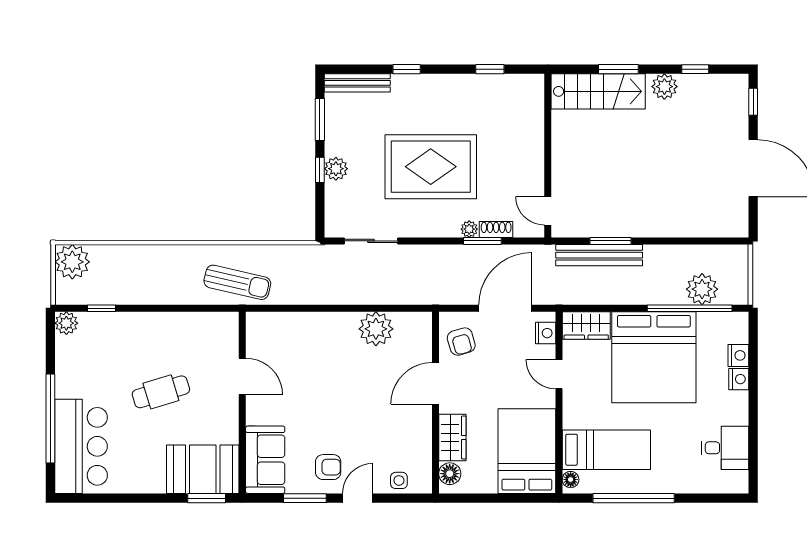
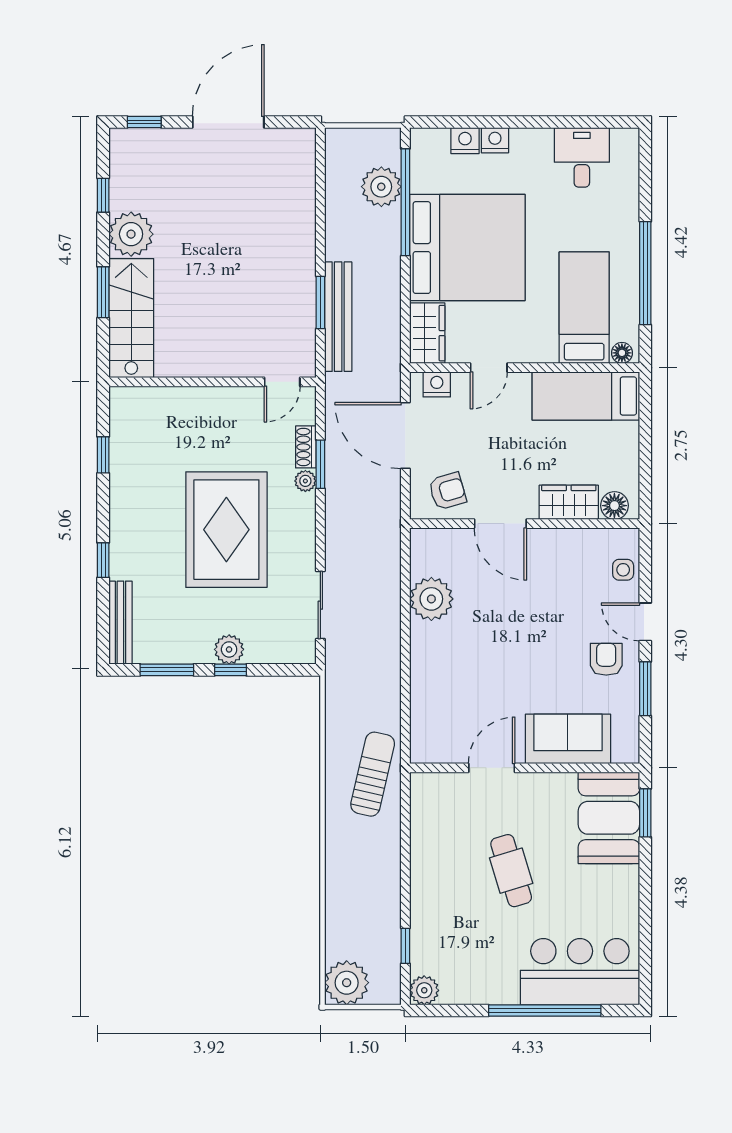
plant: (664, 87) -> (131, 234), width x1.36, depth x1.36
bed: (527, 451) -> (586, 396), width x0.67
sofa: (265, 460) -> (568, 739), moved

